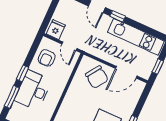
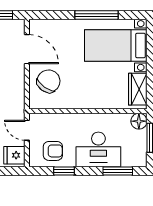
door: (69, 46) -> (27, 130), swing flipped
window: (23, 73) -> (64, 171), moved

